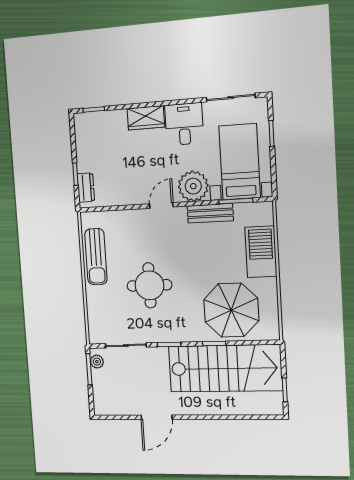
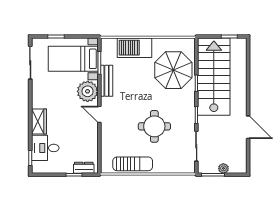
desk: (184, 124) -> (45, 148), moved
plant: (97, 362) -> (223, 168), moved

